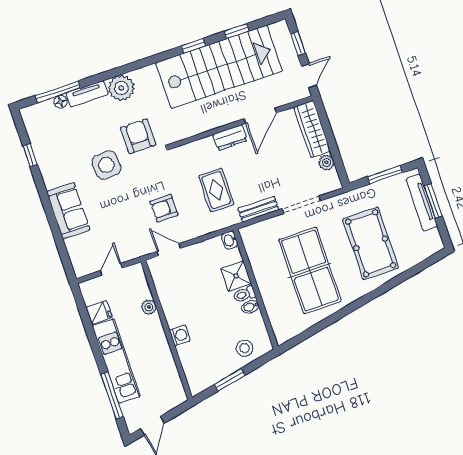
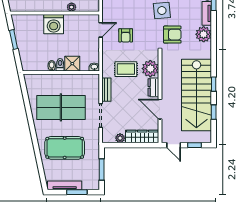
plant: (203, 152) -> (150, 69), added
tv unit: (422, 203) -> (65, 185), moved
armchair: (164, 208) -> (126, 35), turned 180
washing machine: (180, 335) -> (54, 24), width x1.89, depth x1.89
stool: (245, 348) -> (29, 54), removed

